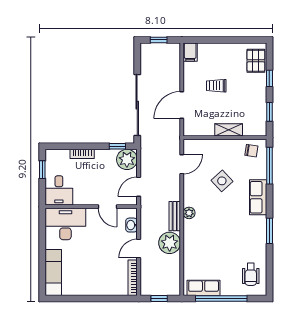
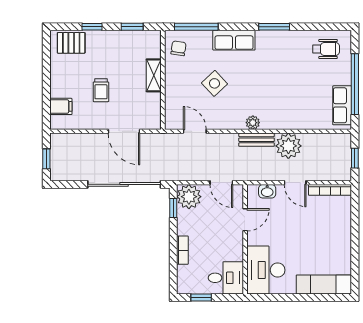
filing cabinet: (190, 52) -> (61, 106), moved

